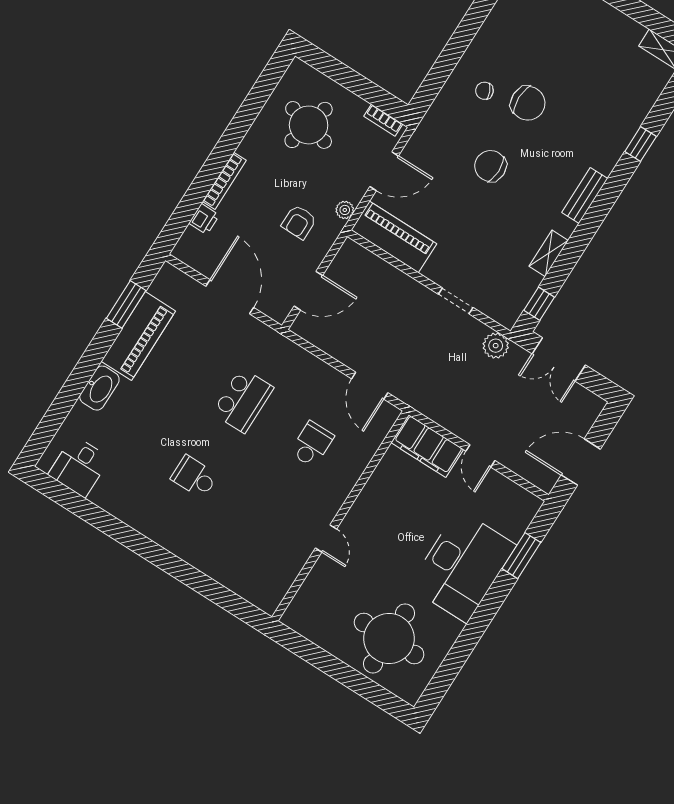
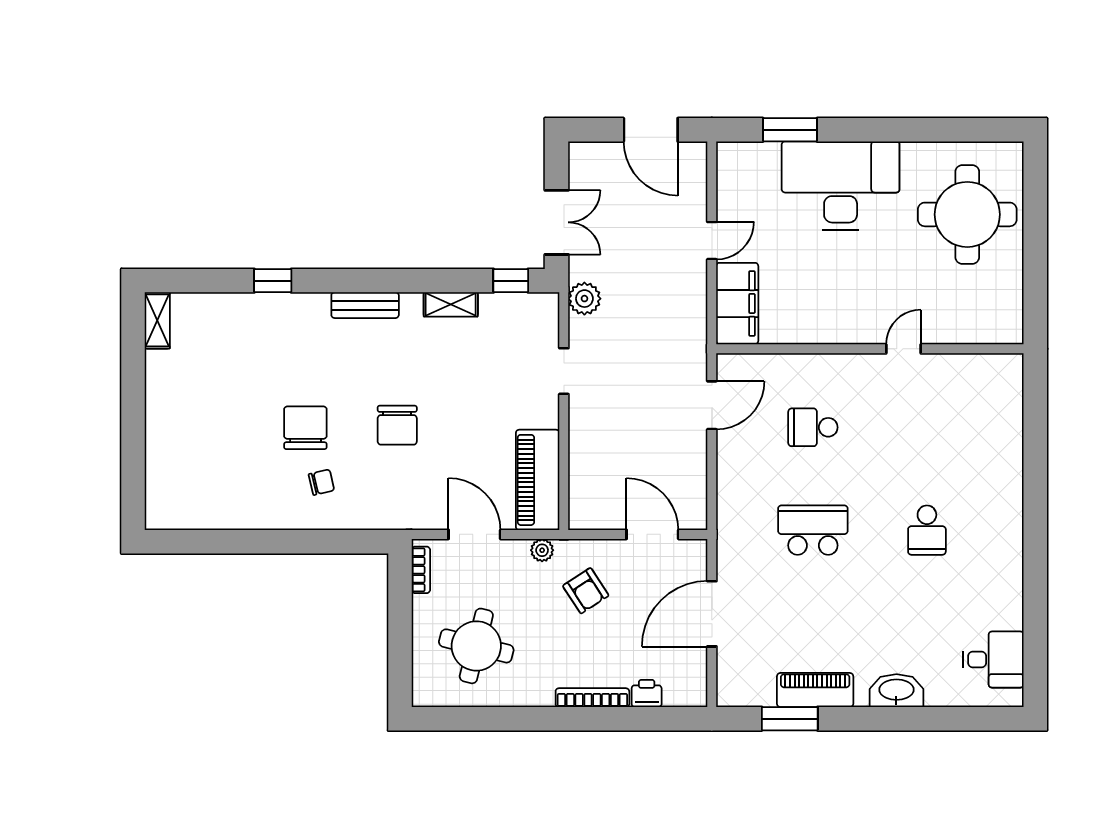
chair: (484, 91) -> (321, 482), turned -81
armchair: (299, 222) -> (586, 591), turned 57
piano: (138, 336) -> (815, 690), width x0.73, depth x0.75

